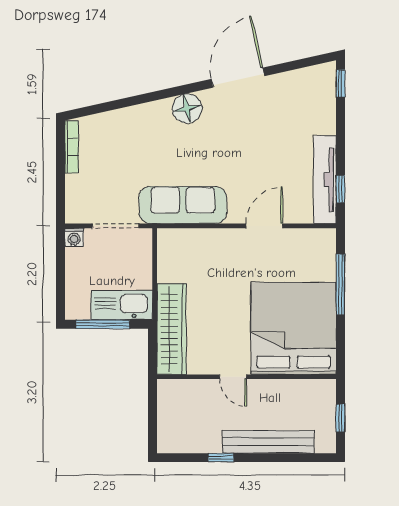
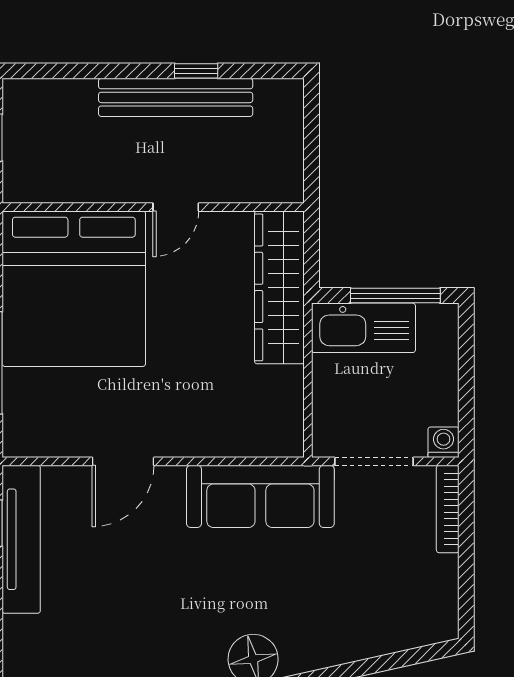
bookcase: (72, 147) -> (448, 509), moved
door: (233, 377) -> (176, 207), swing flipped
bench: (268, 442) -> (176, 97), moved

